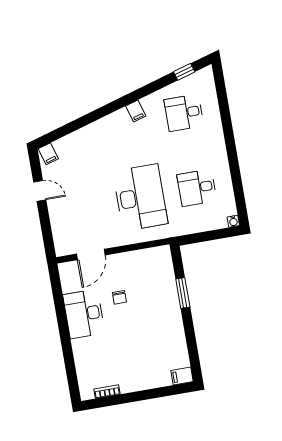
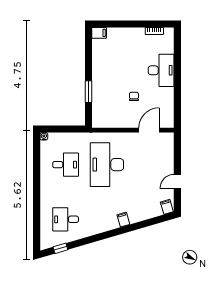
filing cabinet: (136, 111) -> (123, 220), moved
desk: (184, 113) -> (66, 219), turned 180
door: (40, 191) -> (177, 182), hinge flipped
desk: (84, 314) -> (161, 70), moved

